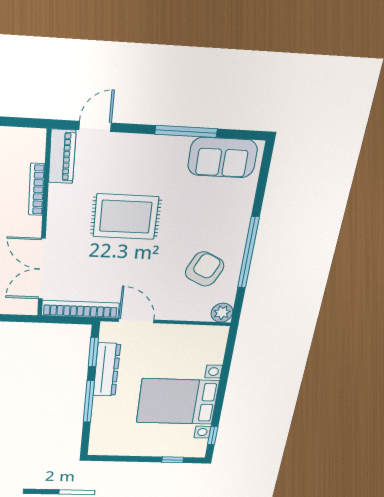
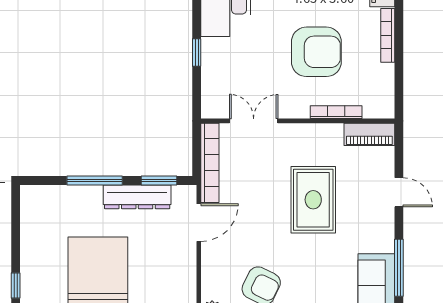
door: (95, 126) -> (399, 192), moved
window: (186, 131) -> (399, 268), moved
double door: (42, 269) -> (254, 121), width x0.73

